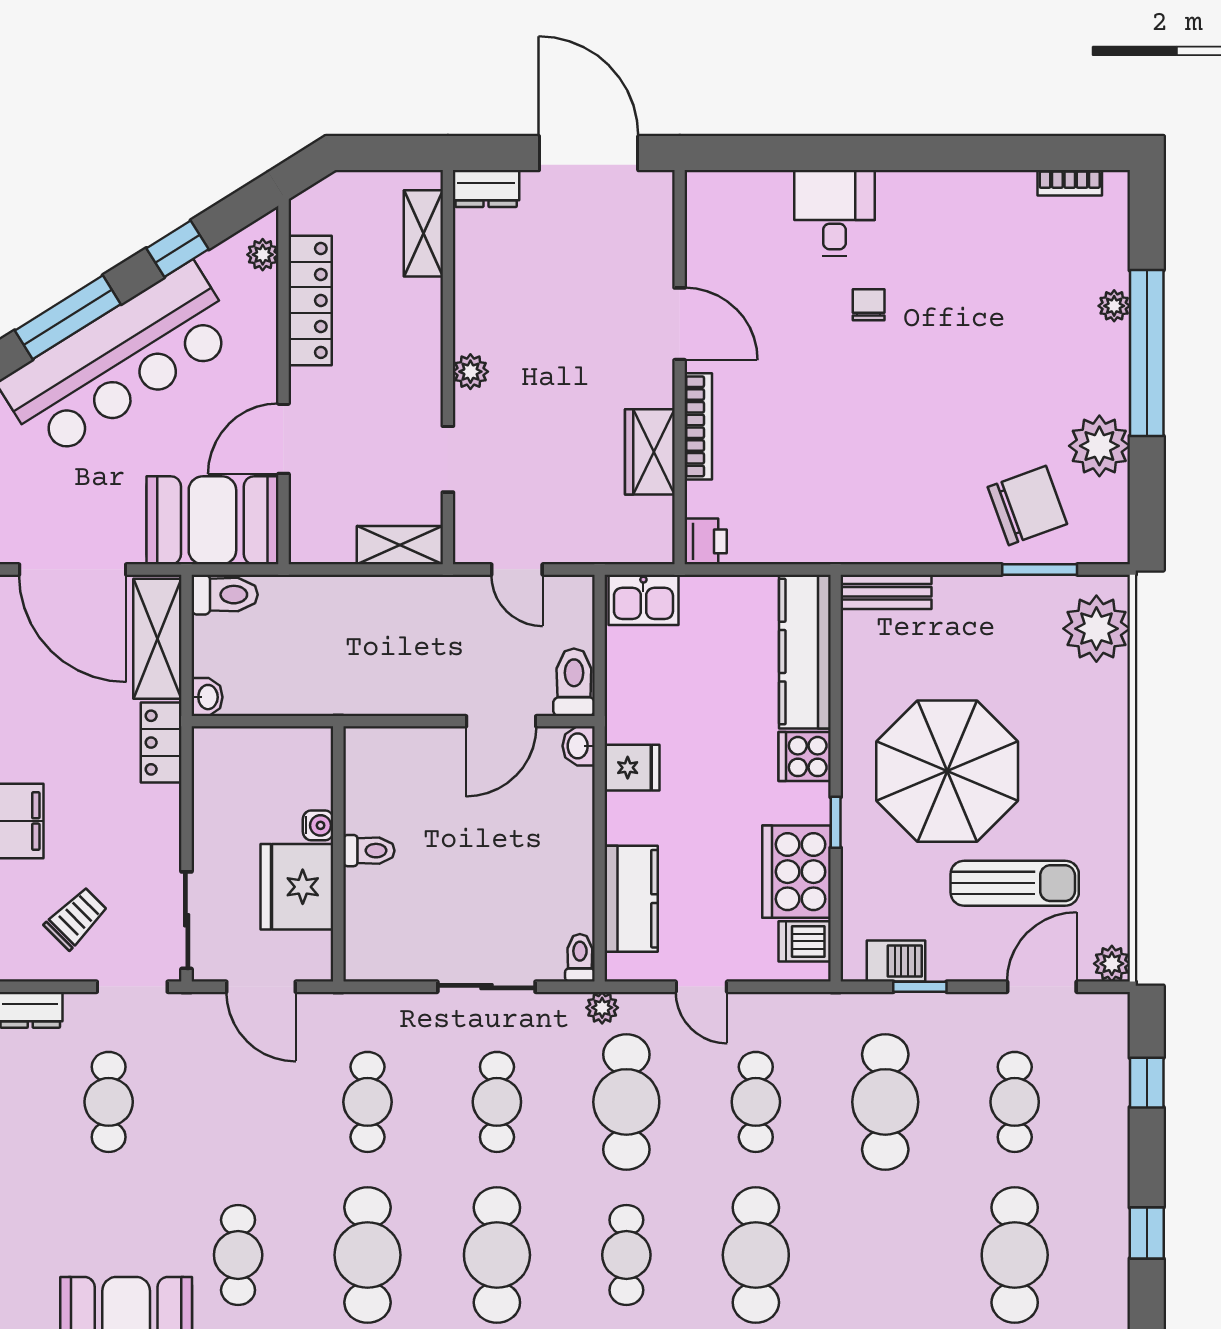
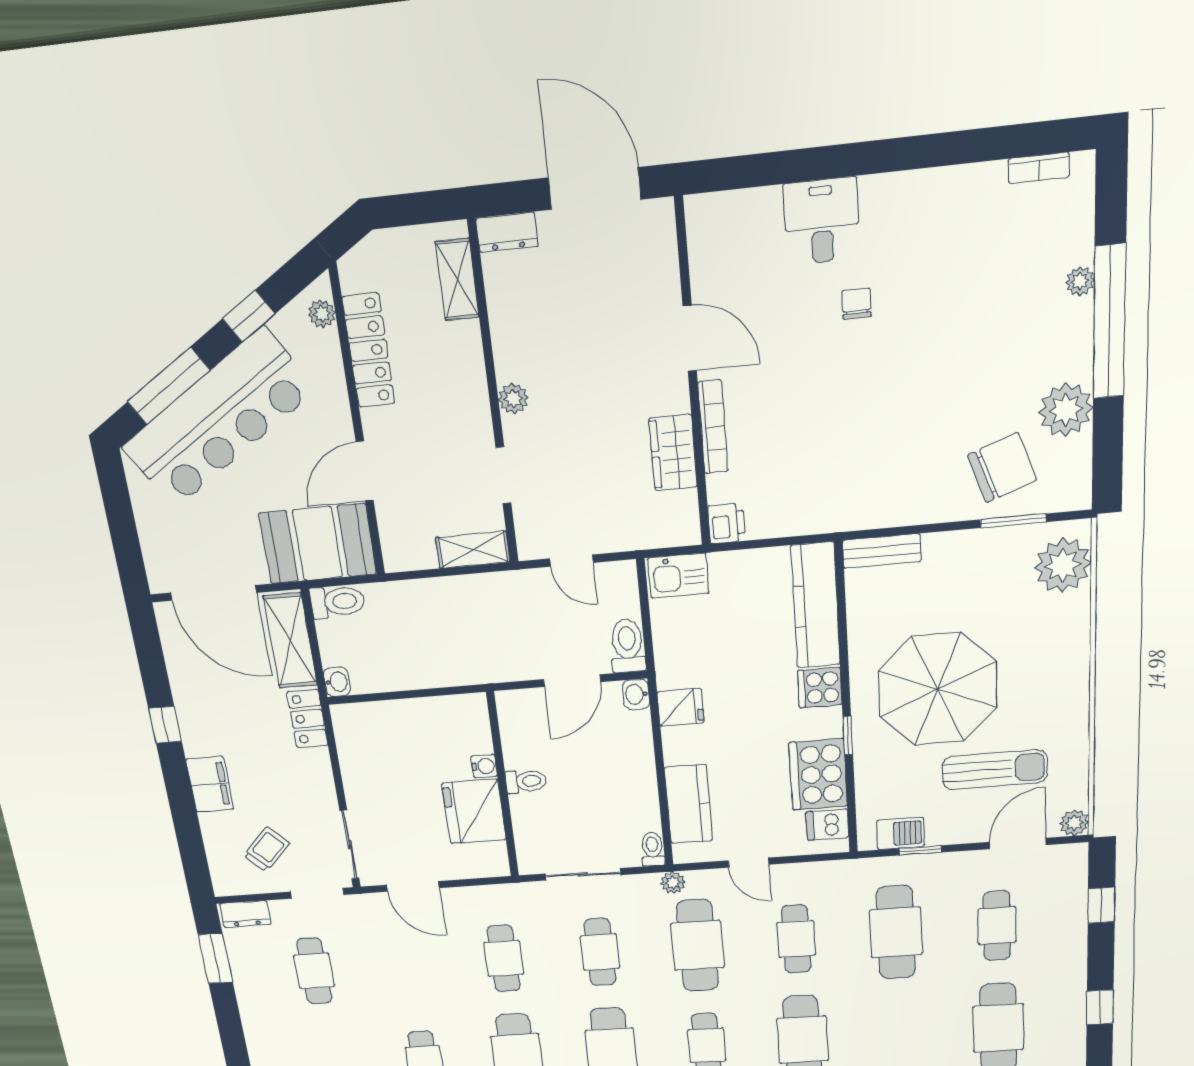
water cooler: (318, 825) -> (484, 766), moved
toilet: (369, 851) -> (526, 781), moved
wall: (338, 854) -> (503, 786), moved
fridge: (297, 887) -> (474, 812), moved

